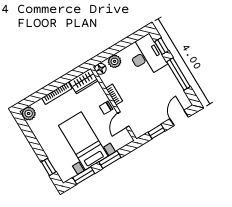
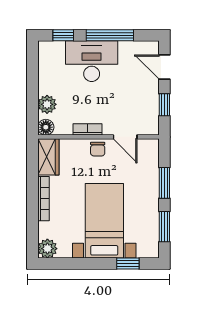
desk: (146, 56) -> (92, 61), moved
bed with nightstands: (83, 141) -> (104, 221), moved, turned 90

